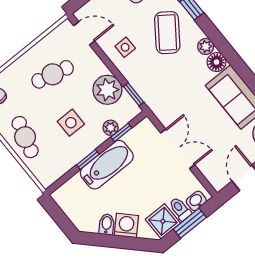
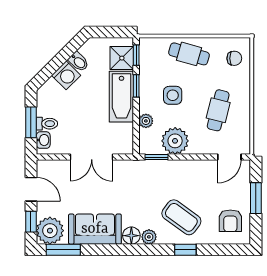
side table: (125, 47) -> (195, 178), removed
window: (121, 132) -> (136, 55), moved
shower: (163, 221) -> (122, 58), moved

